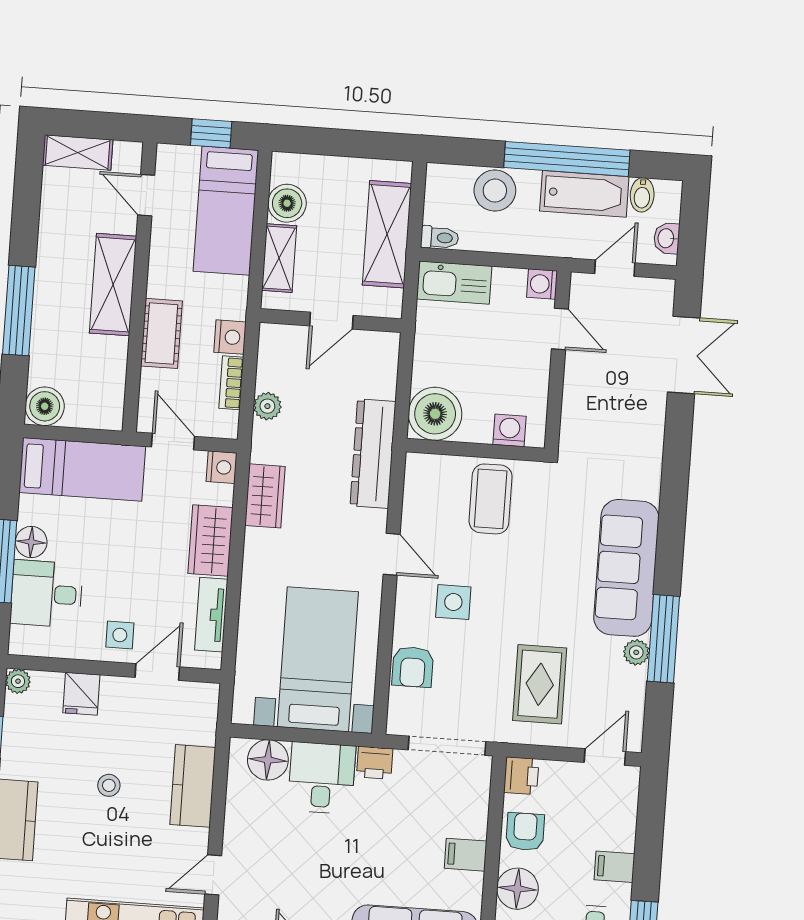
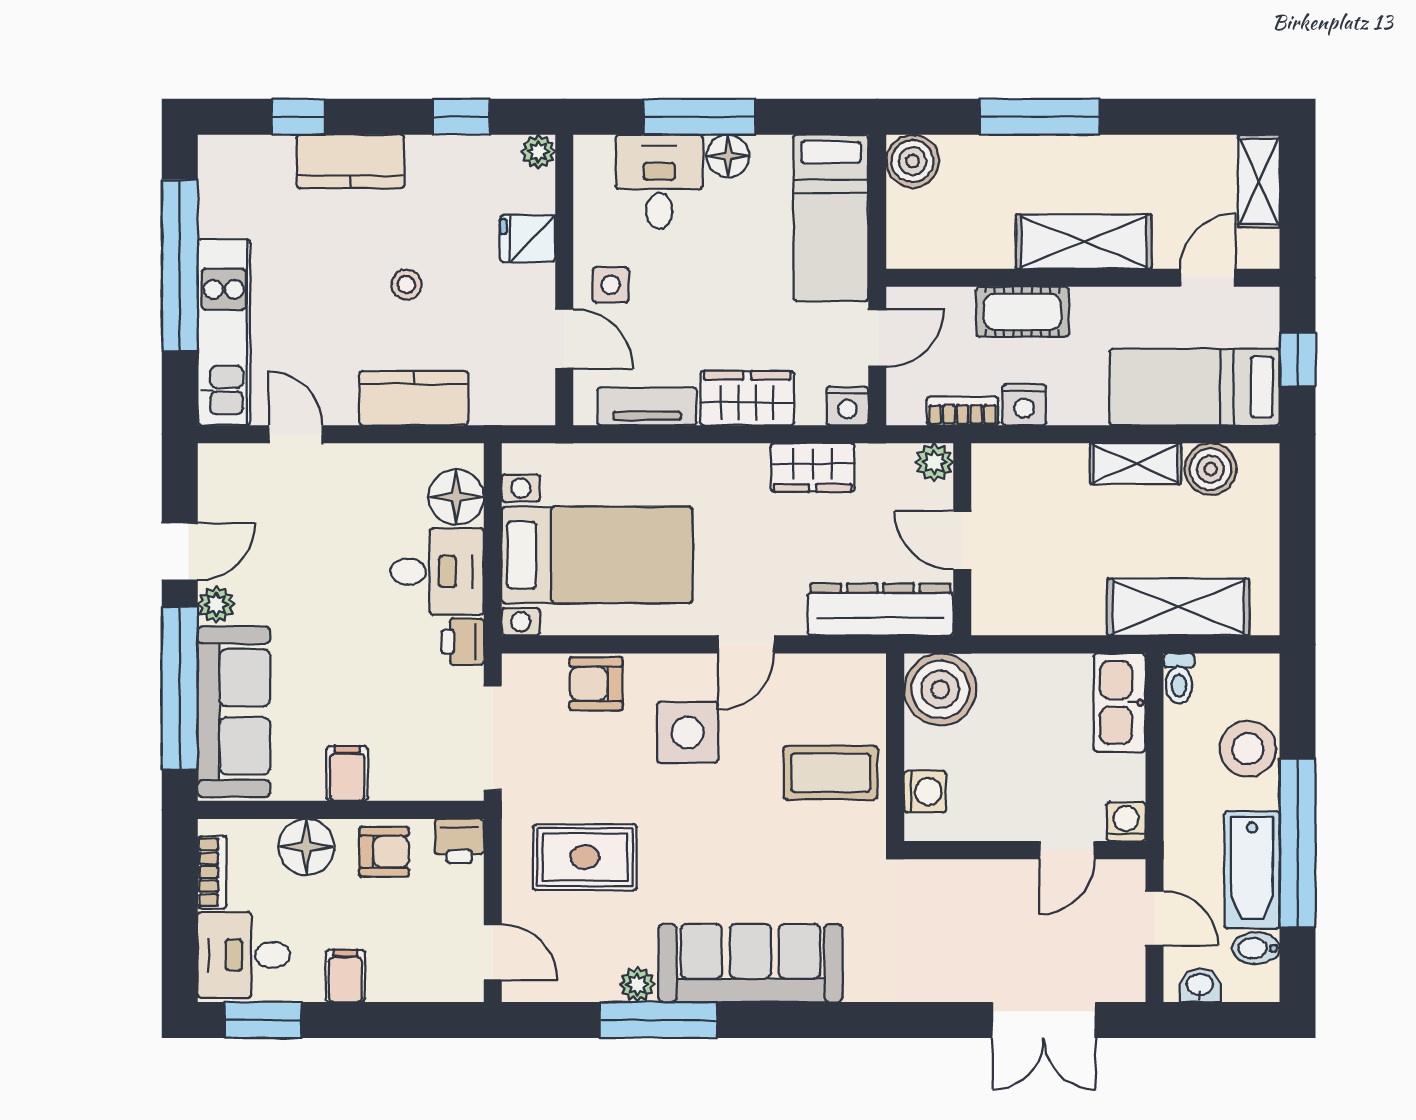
door: (331, 321) -> (962, 540), moved
wall: (331, 321) -> (962, 539), moved
side table: (453, 602) -> (688, 732), width x1.37, depth x1.37

